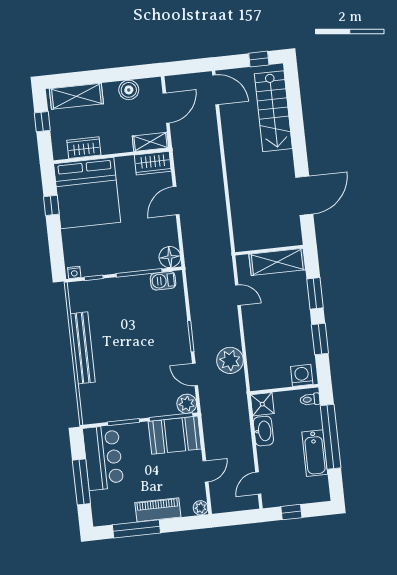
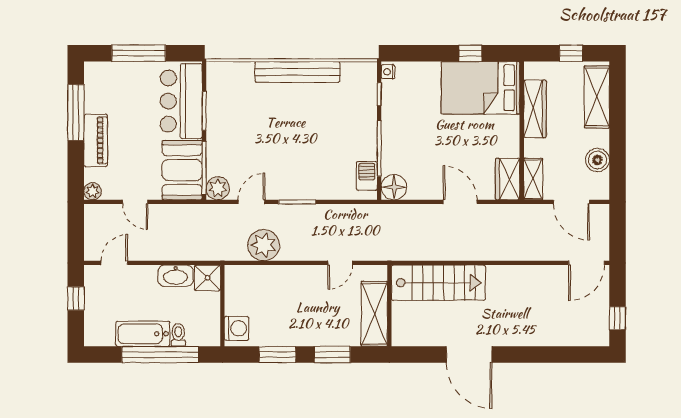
stairs: (273, 111) -> (438, 283), moved, turned 180
wardrobe: (84, 148) -> (535, 109), width x1.50
bed: (87, 193) -> (481, 88), width x0.73
door: (304, 196) -> (469, 355), moved
toilet: (310, 399) -> (178, 335), moved
bar counter: (103, 458) -> (181, 101), moved, turned 90
door: (258, 483) -> (114, 263), hinge flipped

